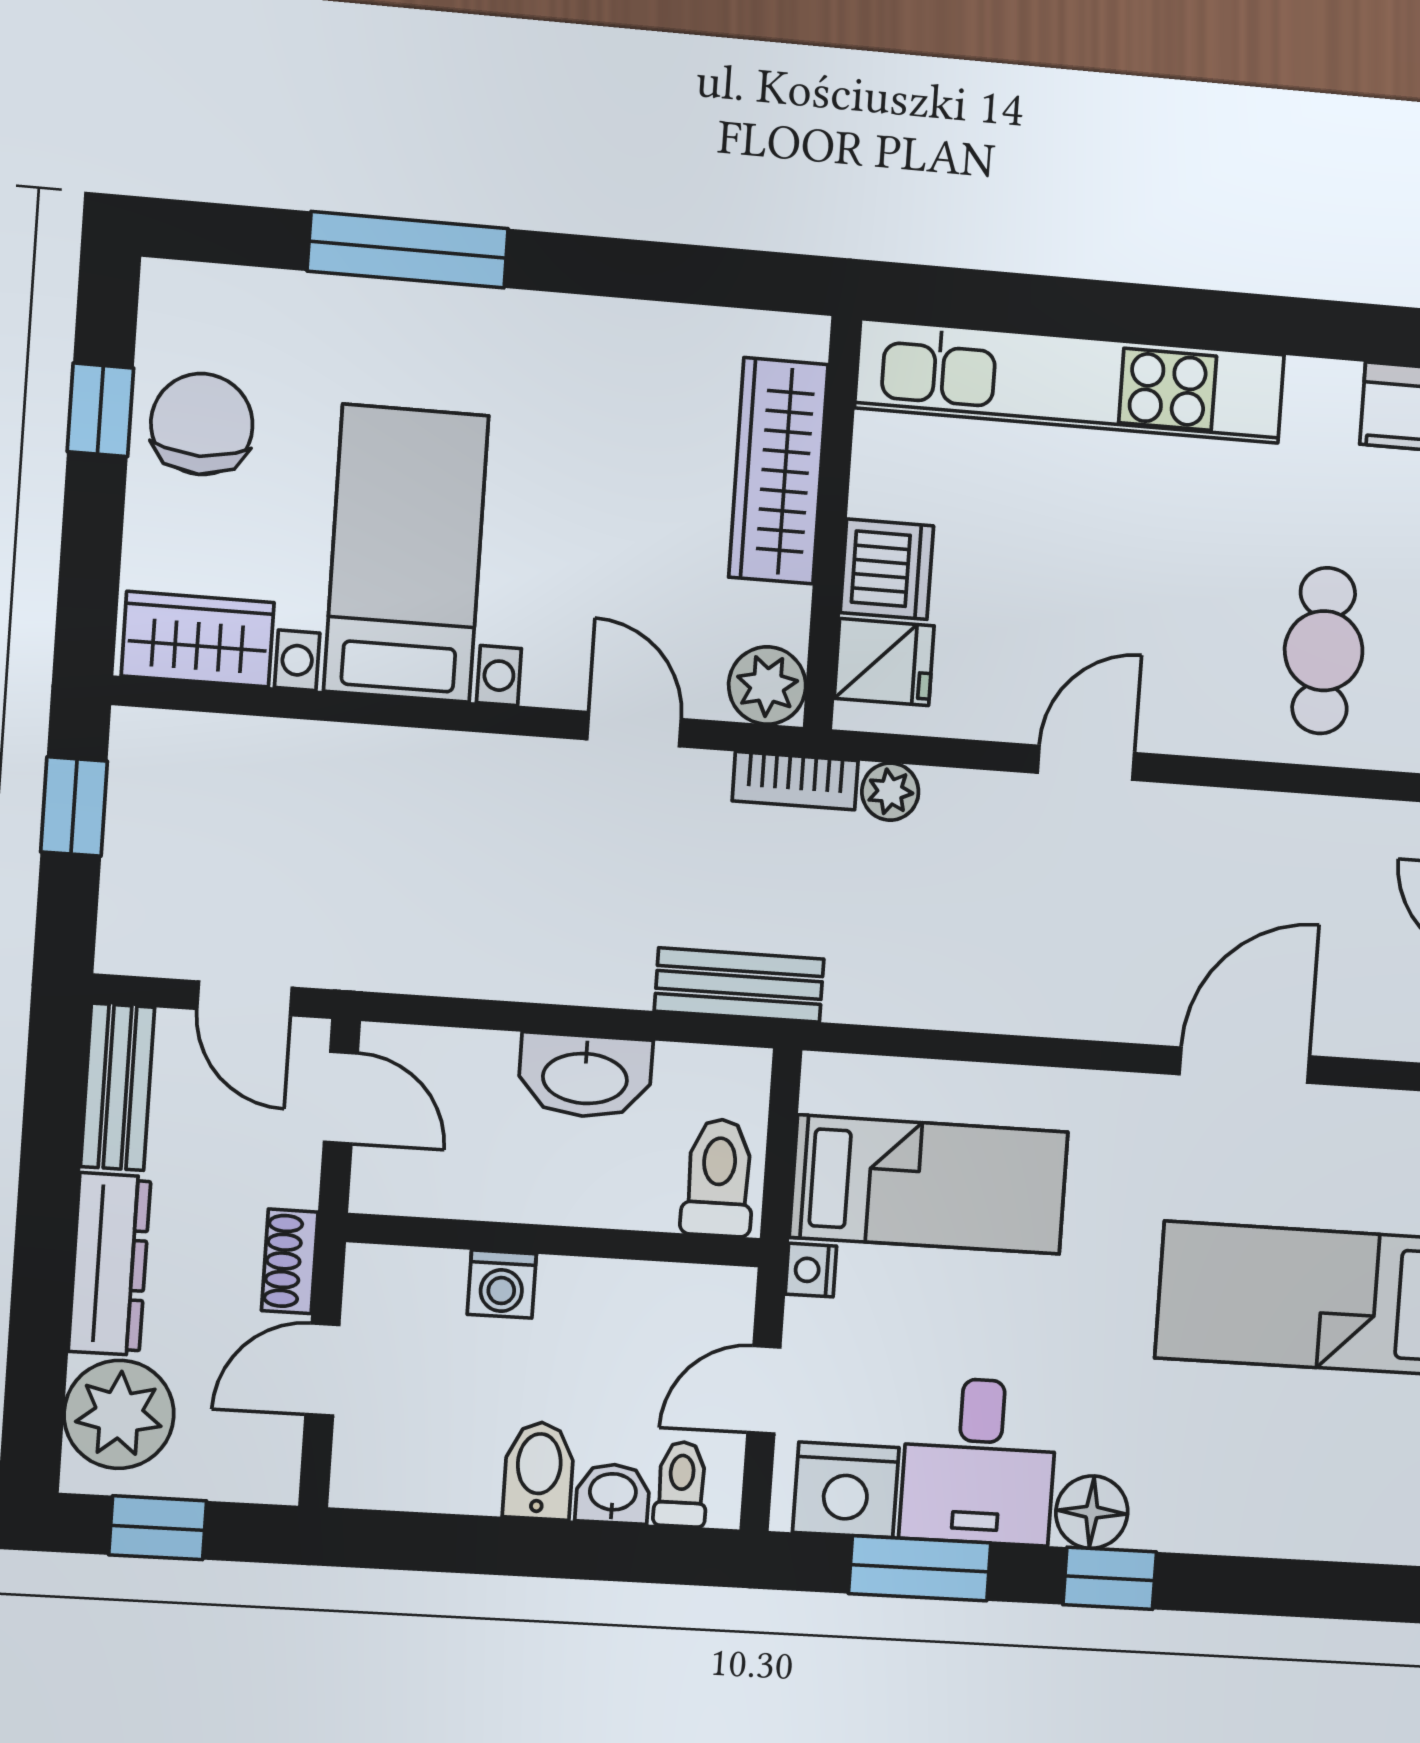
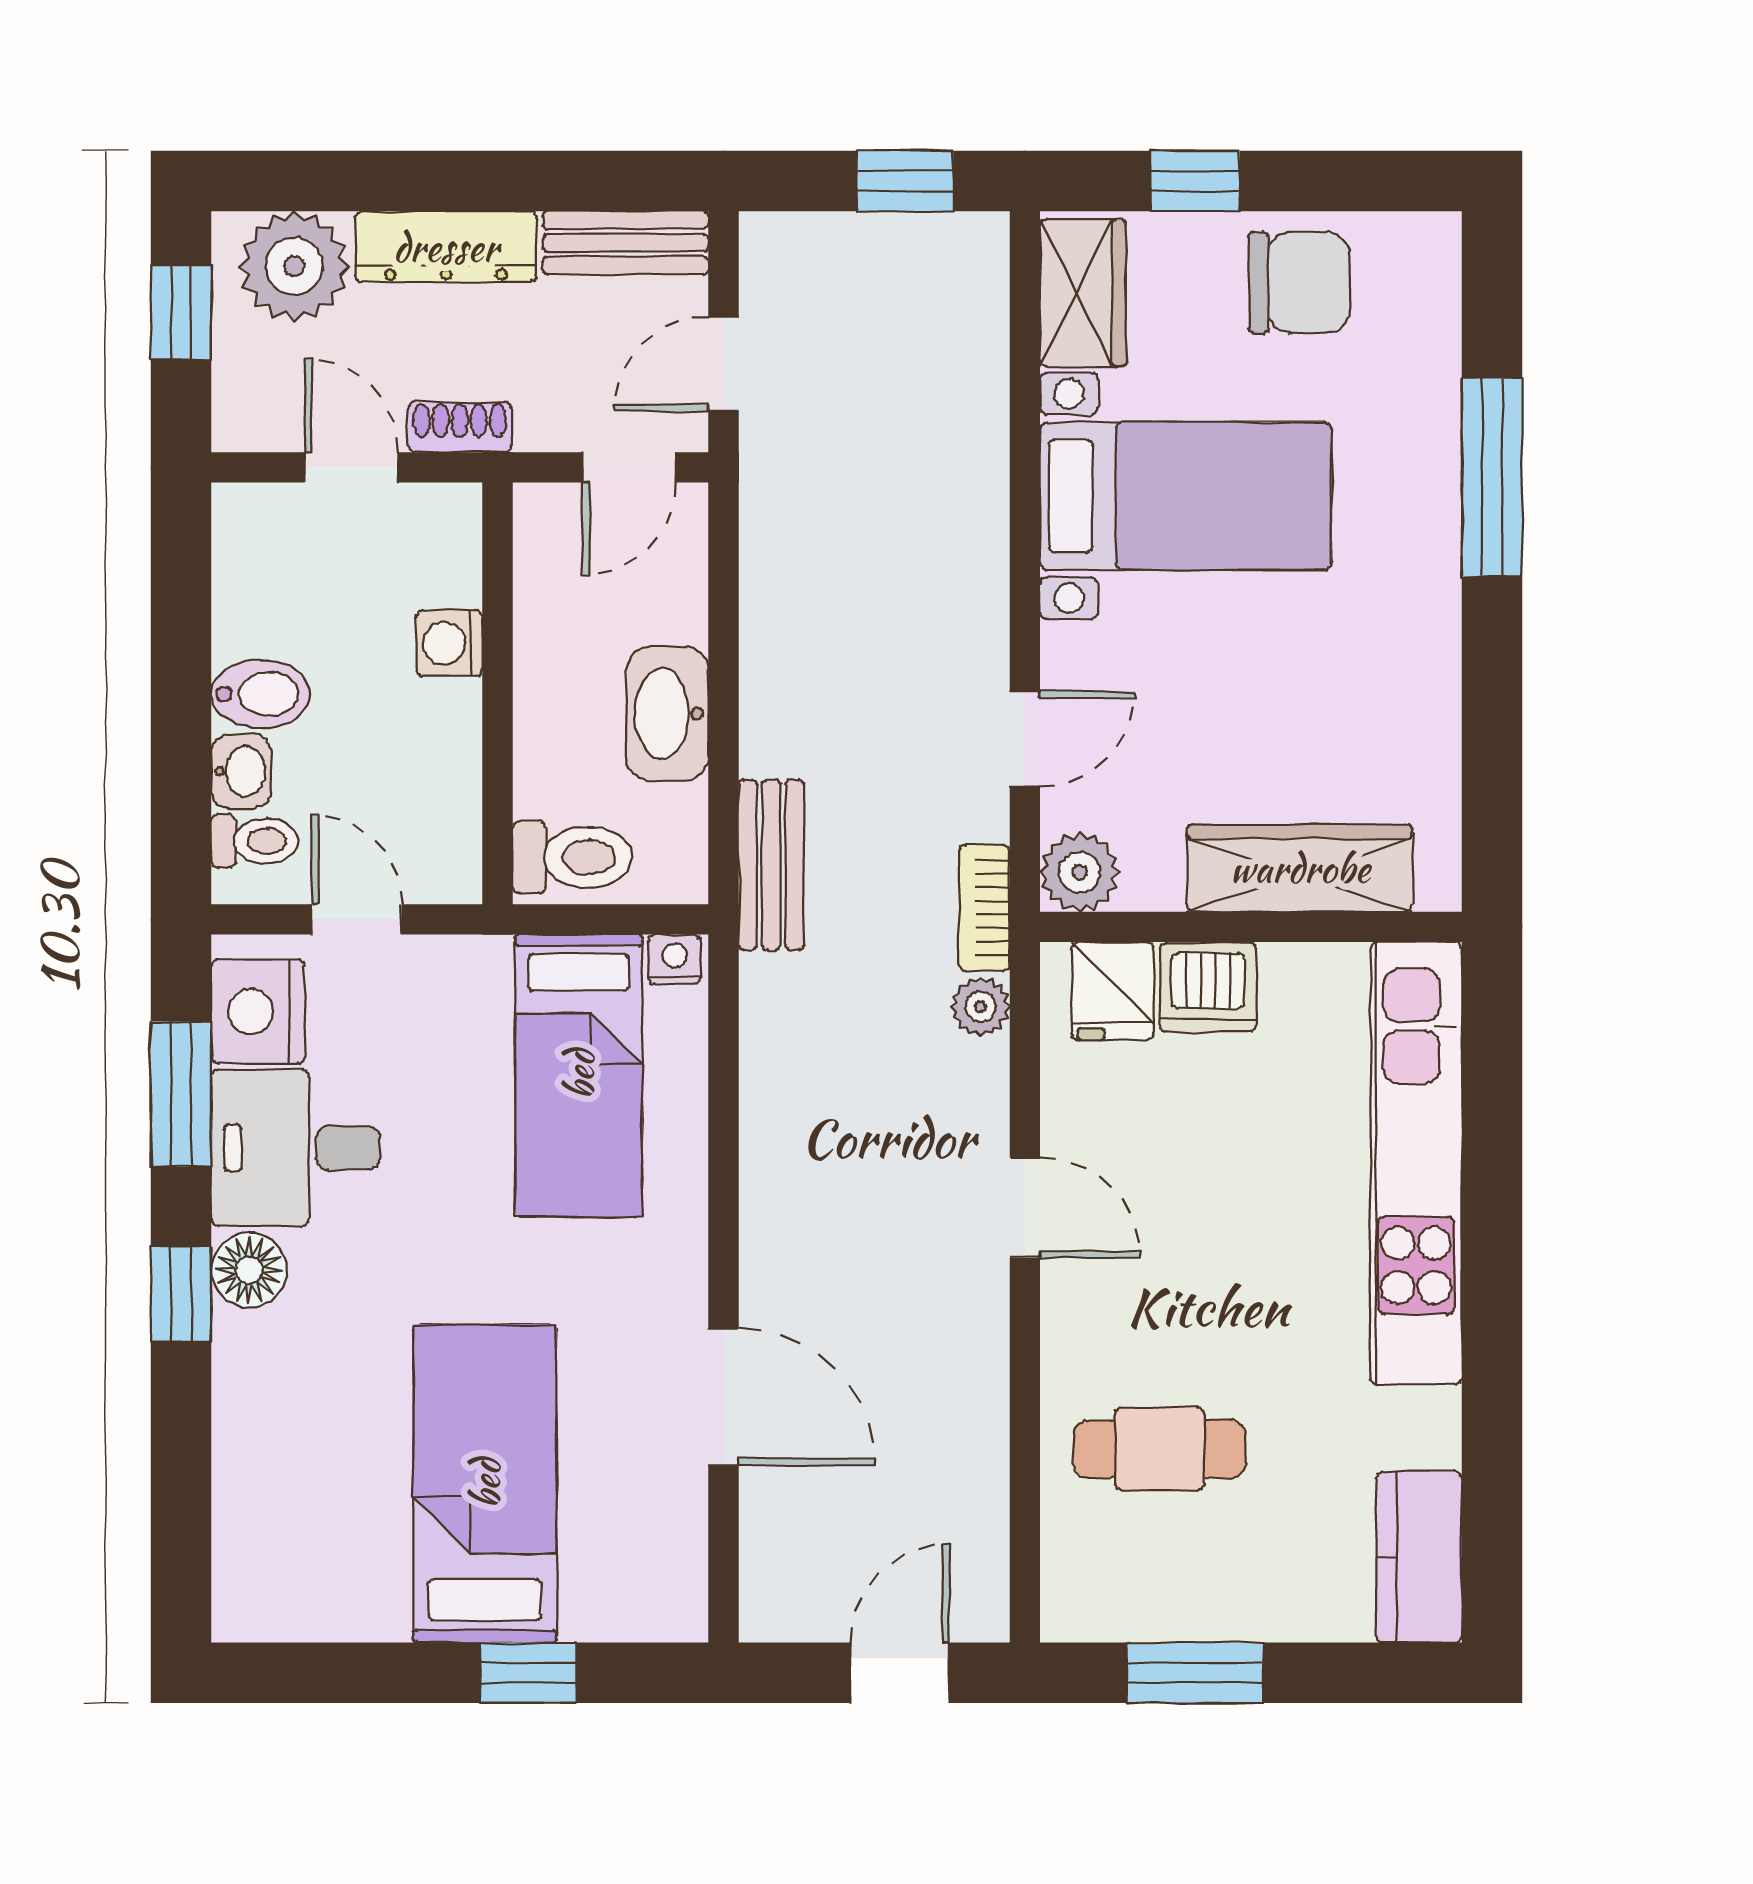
window: (100, 410) -> (1195, 181), moved
nightstand: (811, 1270) -> (675, 959), moved

